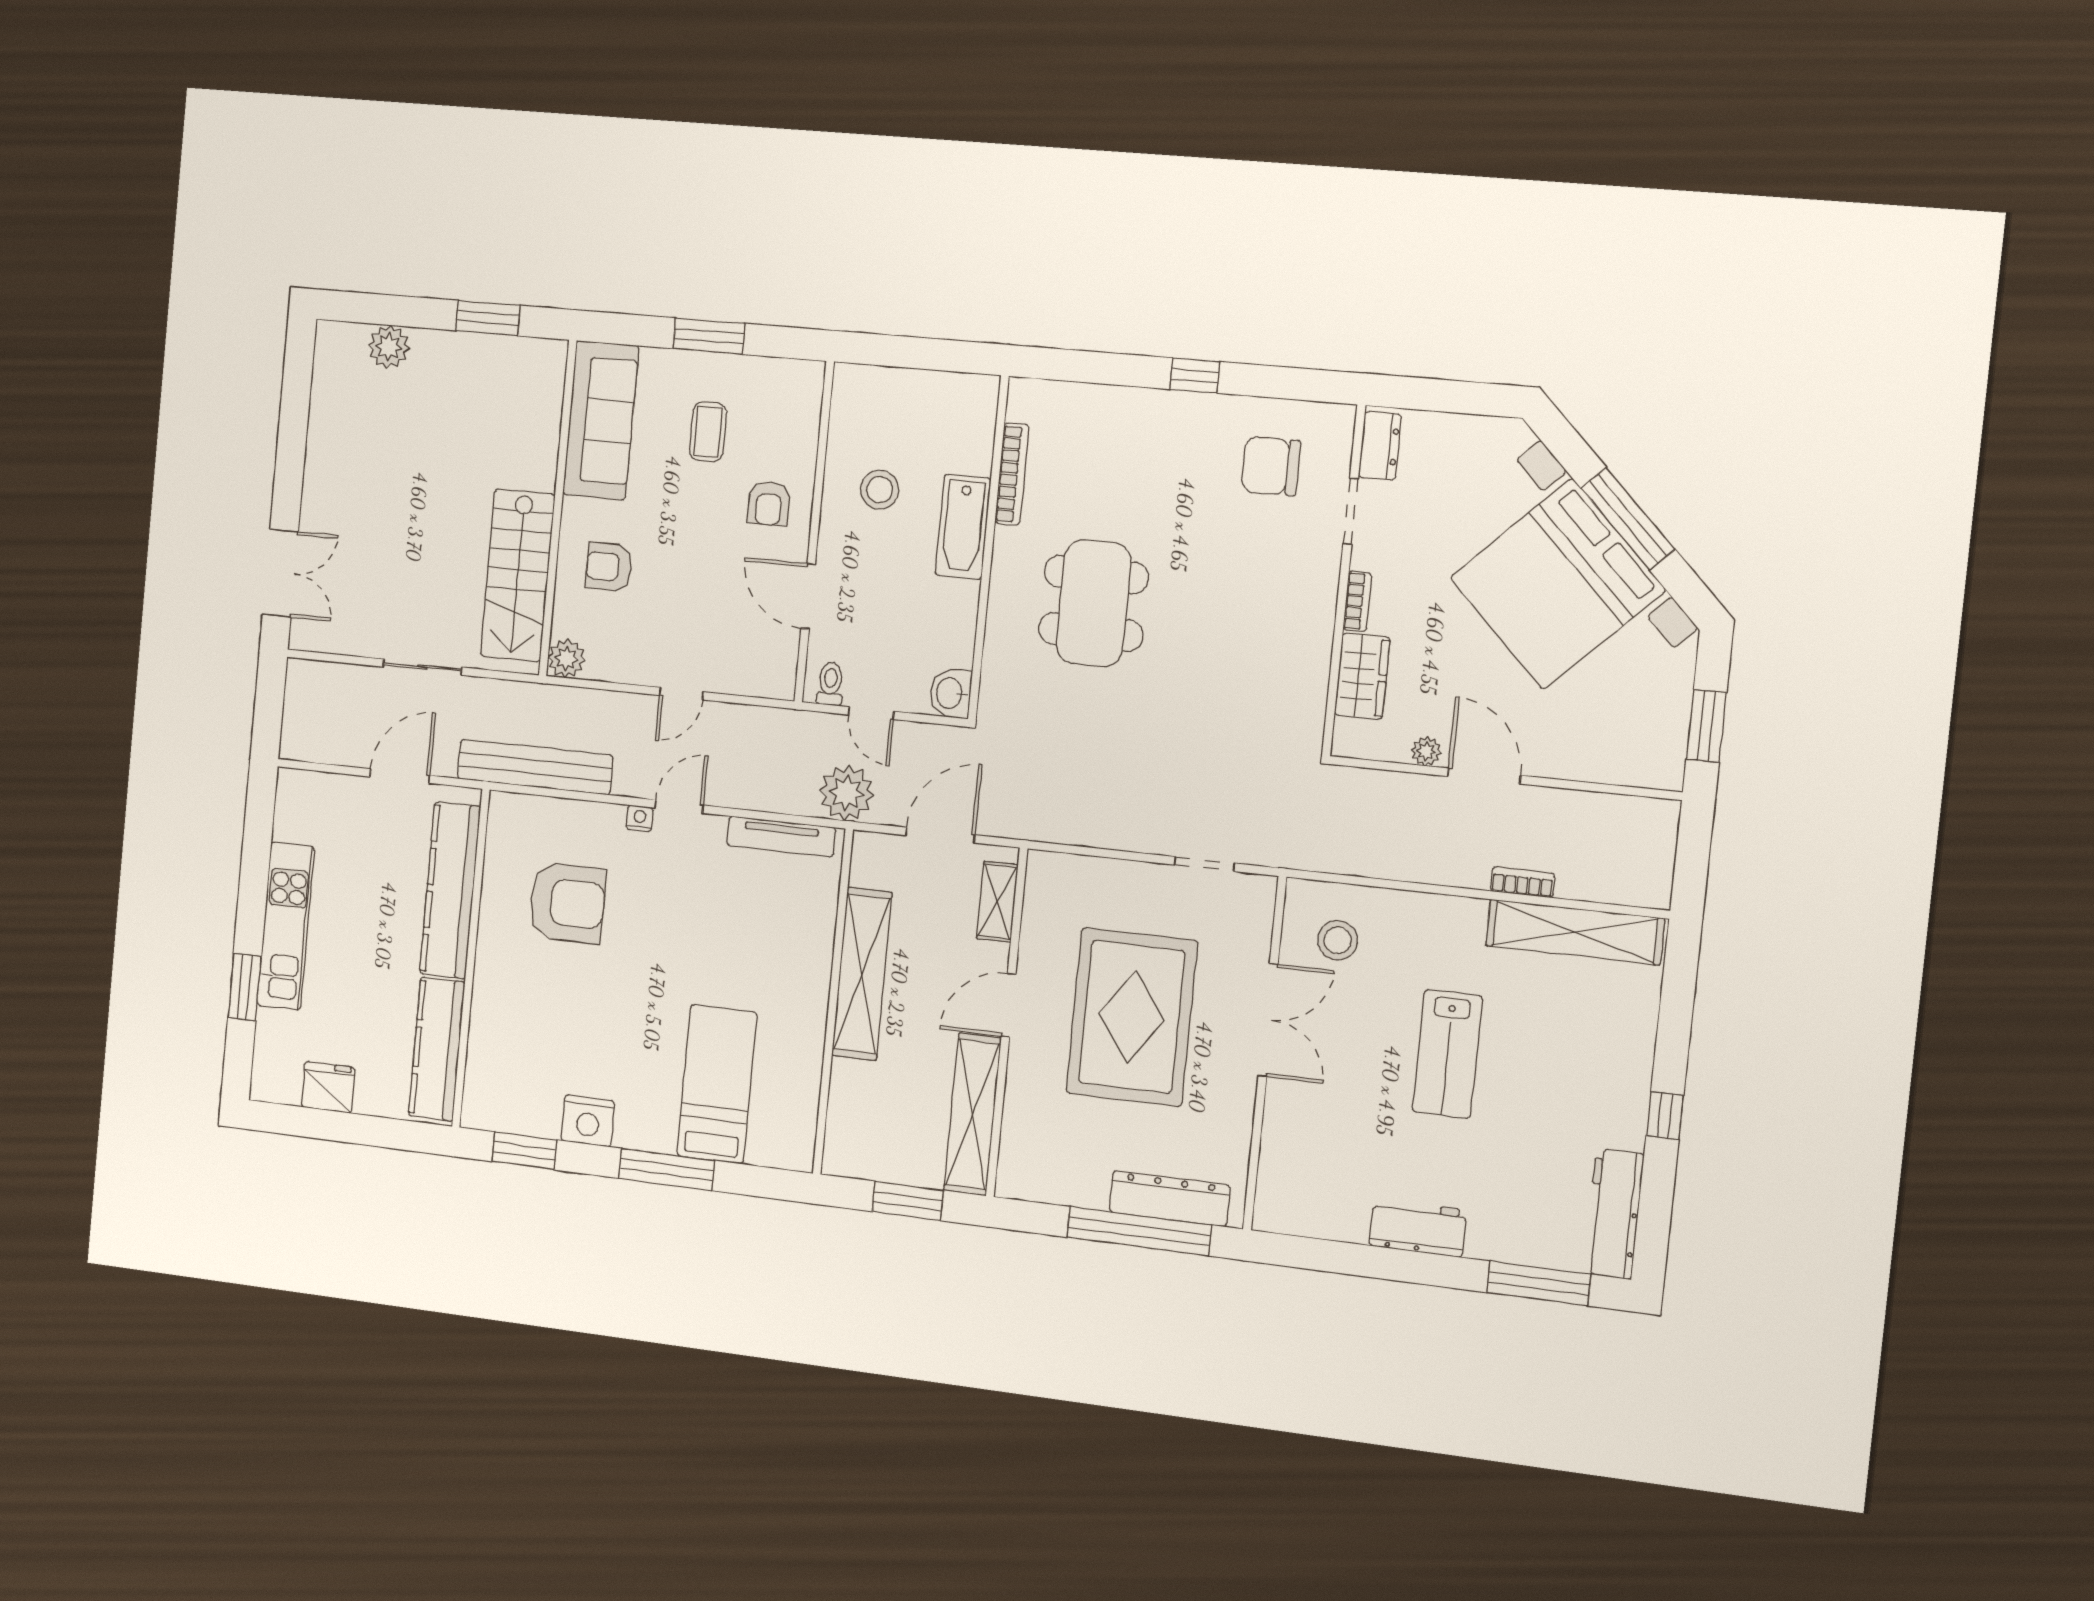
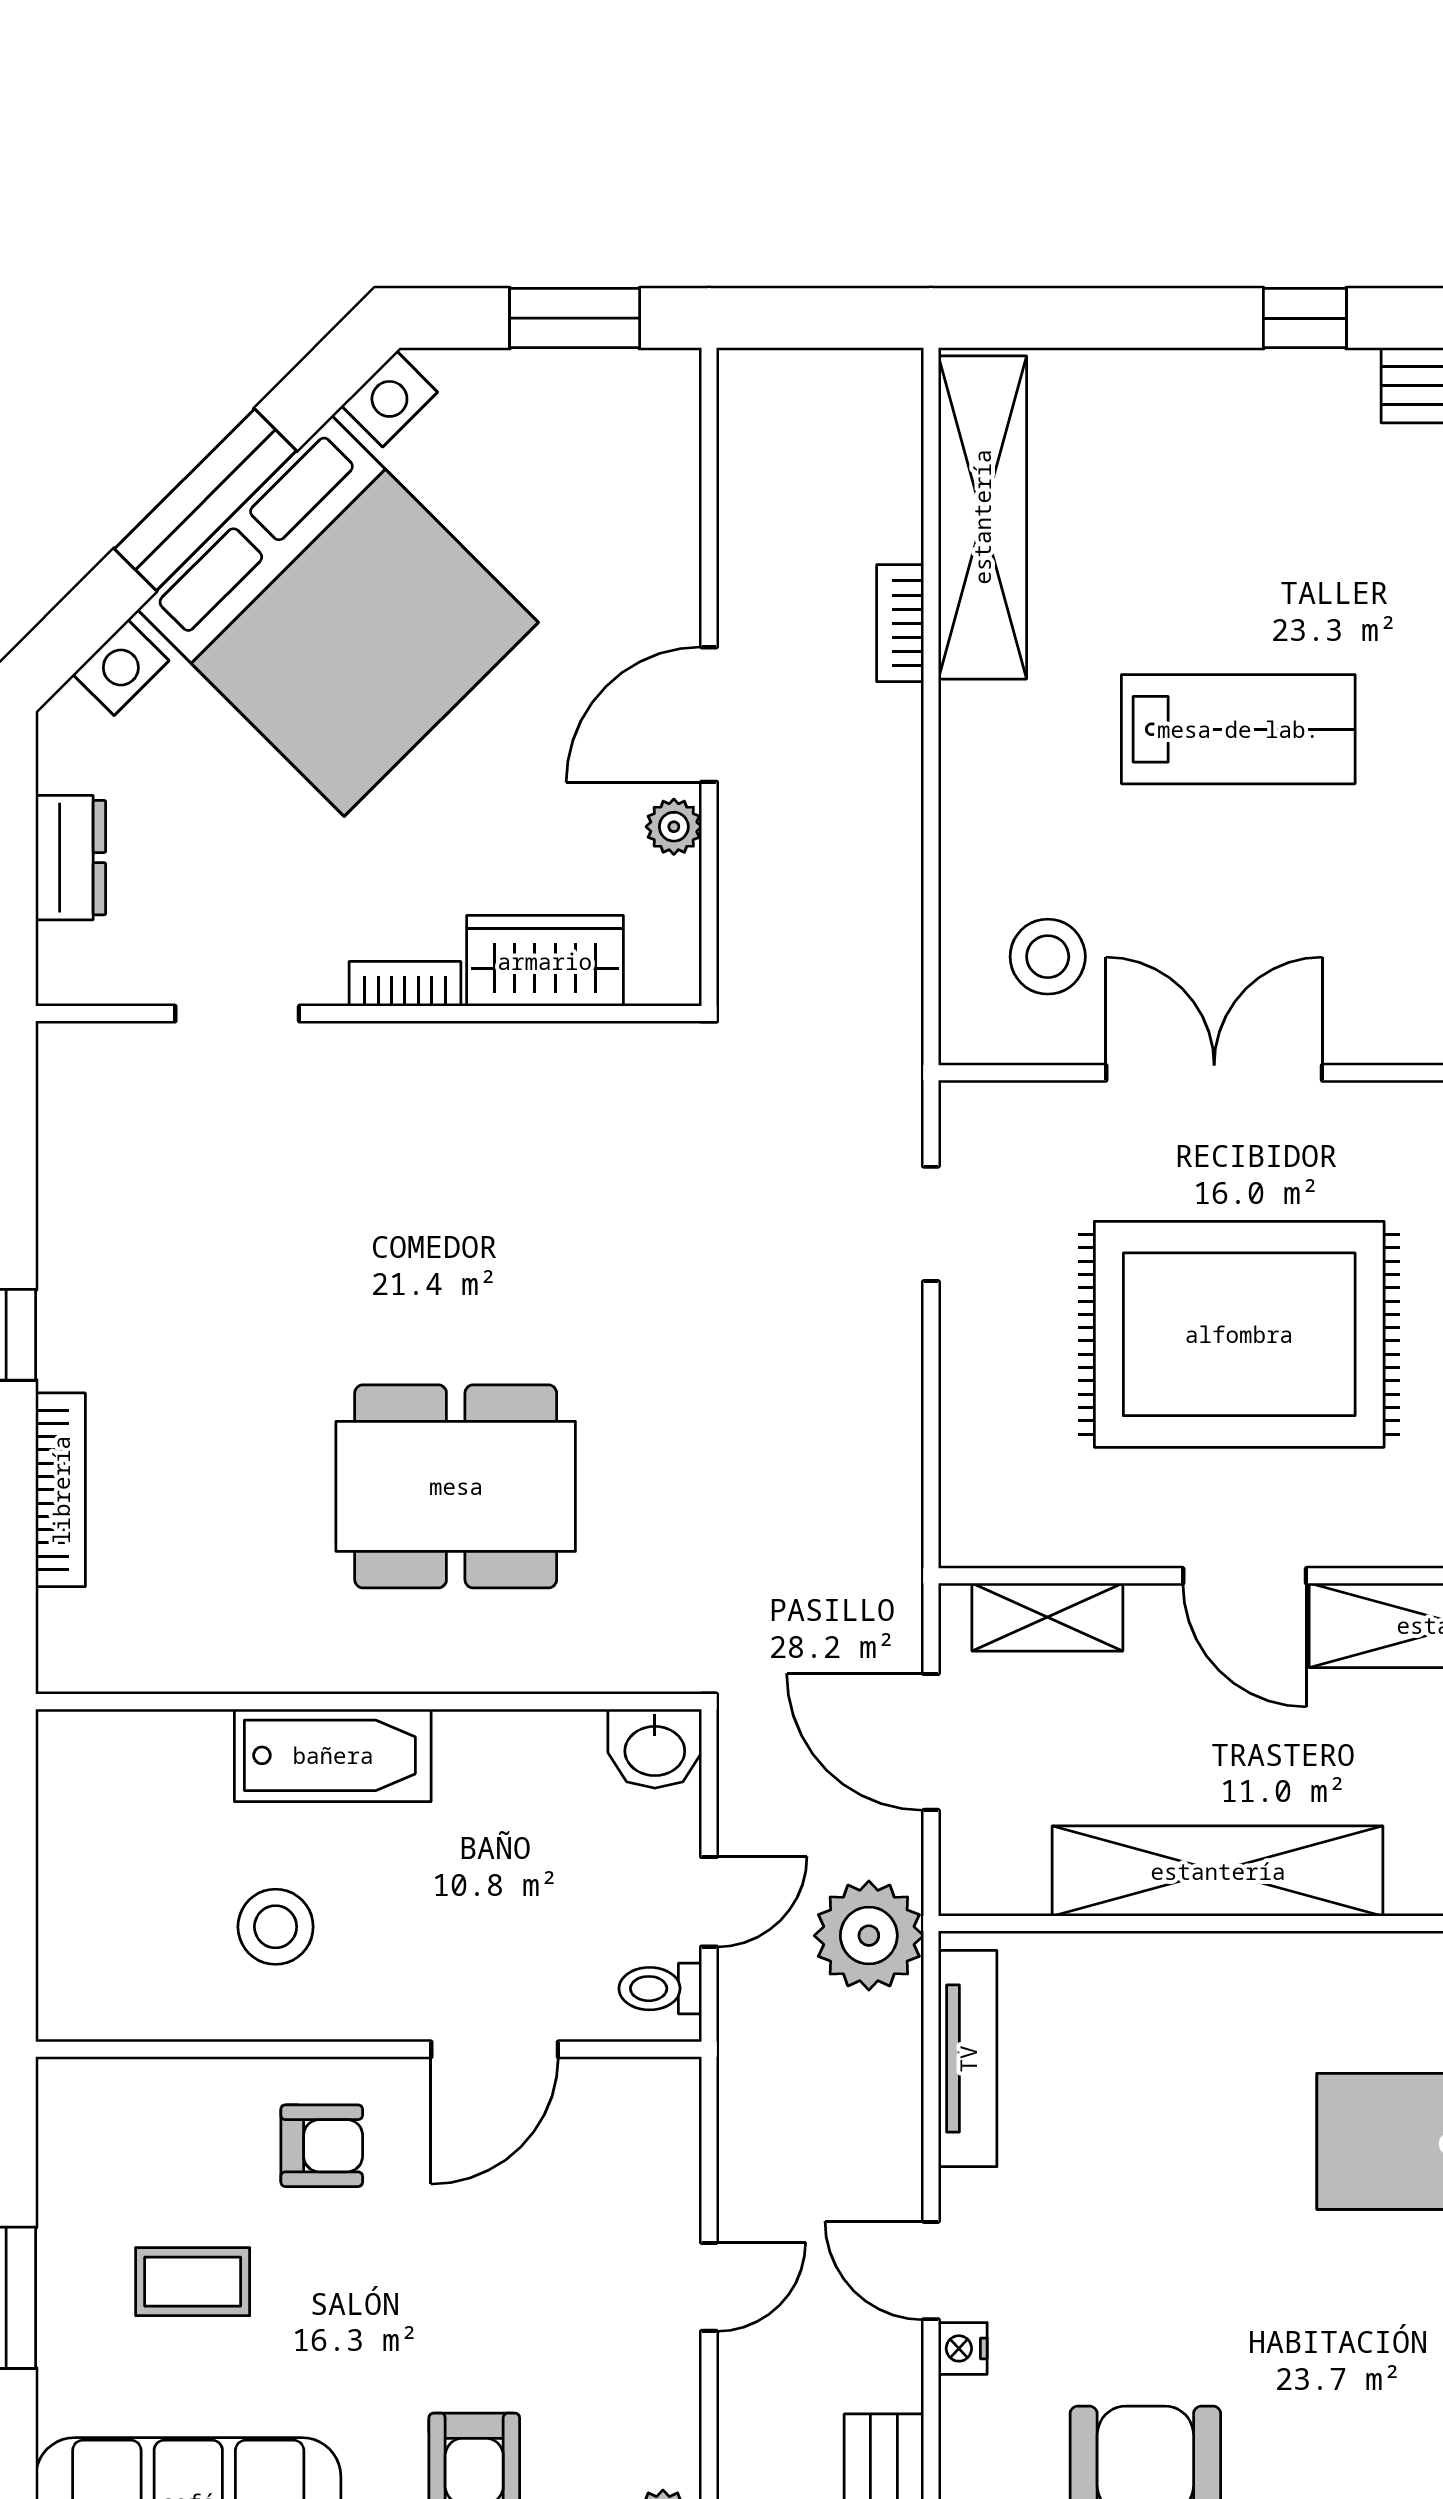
dresser: (1380, 446) -> (71, 858), moved, turned 90
chair: (1271, 466) -> (165, 1173), removed
bookcase: (1012, 474) -> (61, 1490), moved, turned 90
door: (681, 694) -> (709, 2287), hinge flipped

